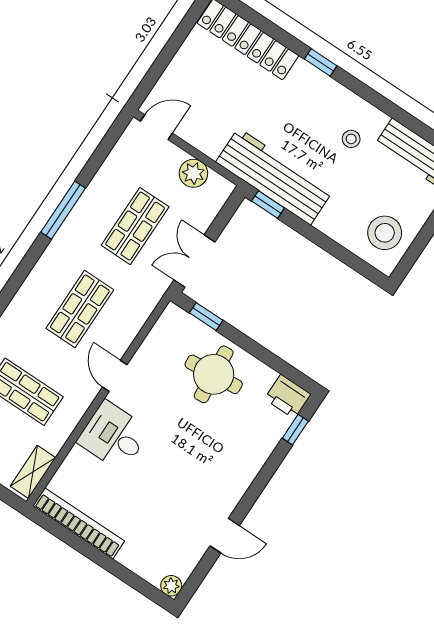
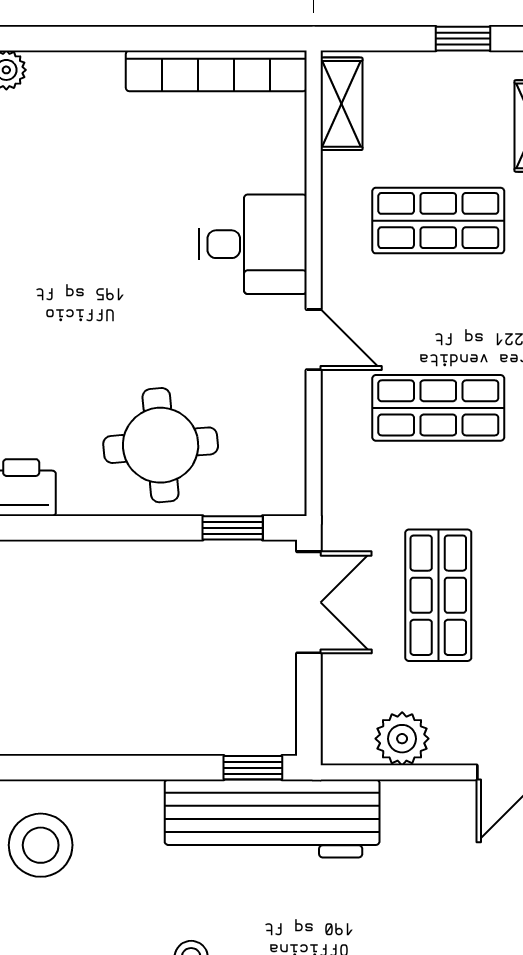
shop shelf: (80, 309) -> (438, 408), turned 90

